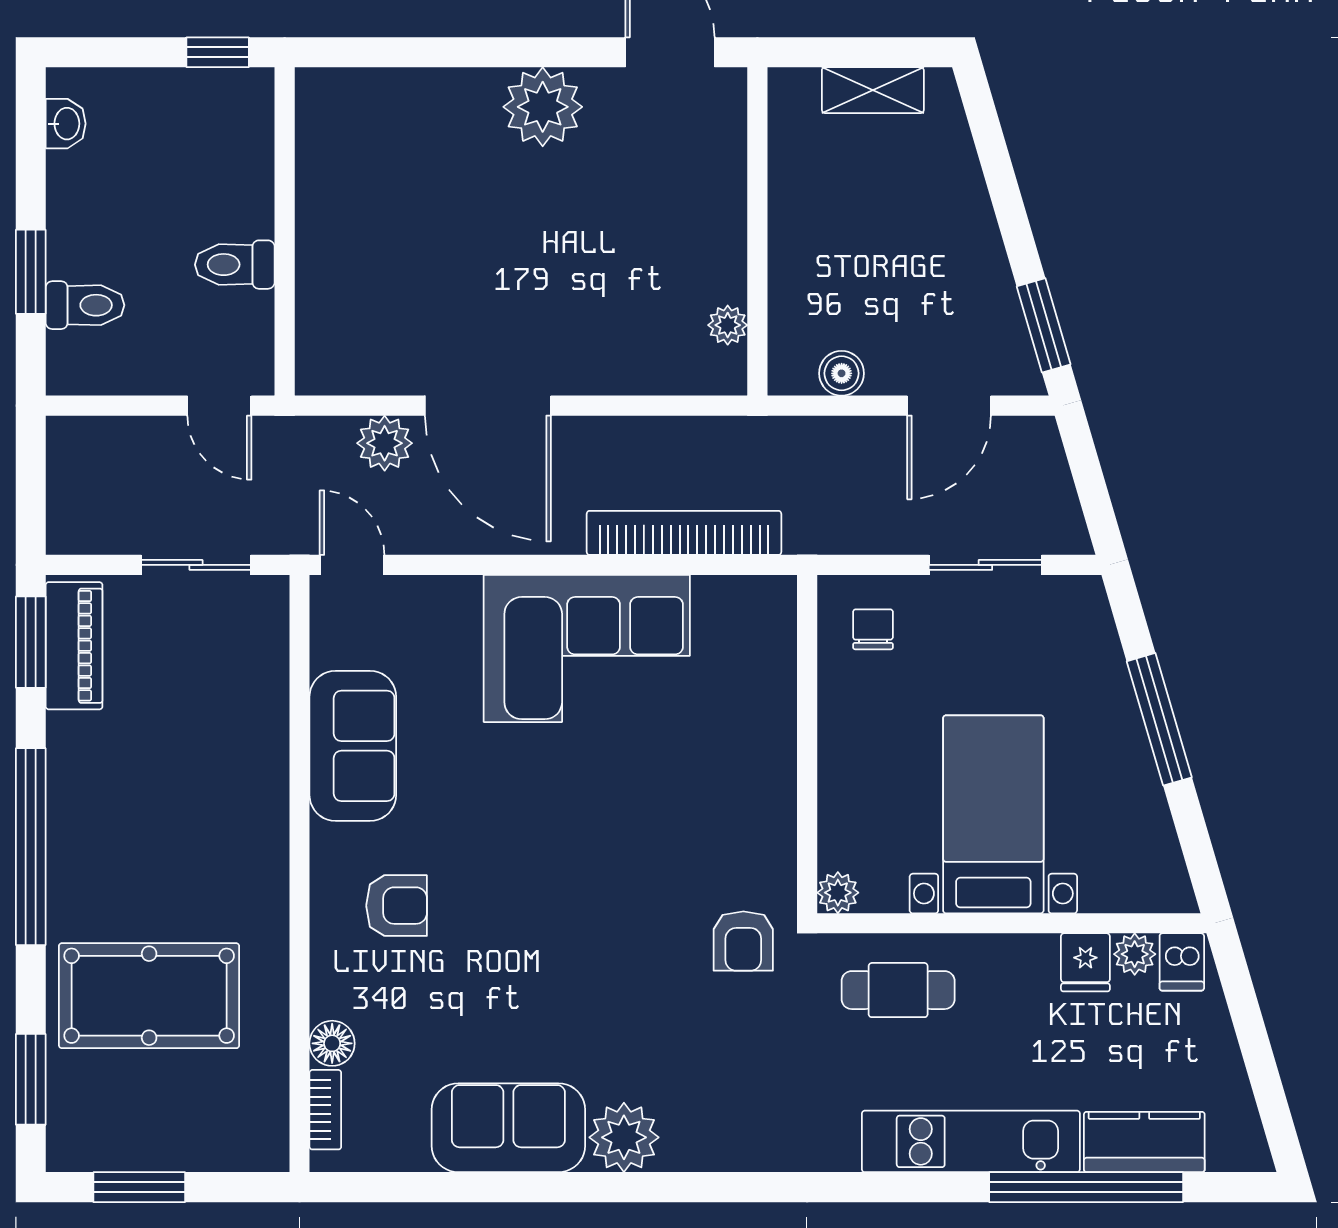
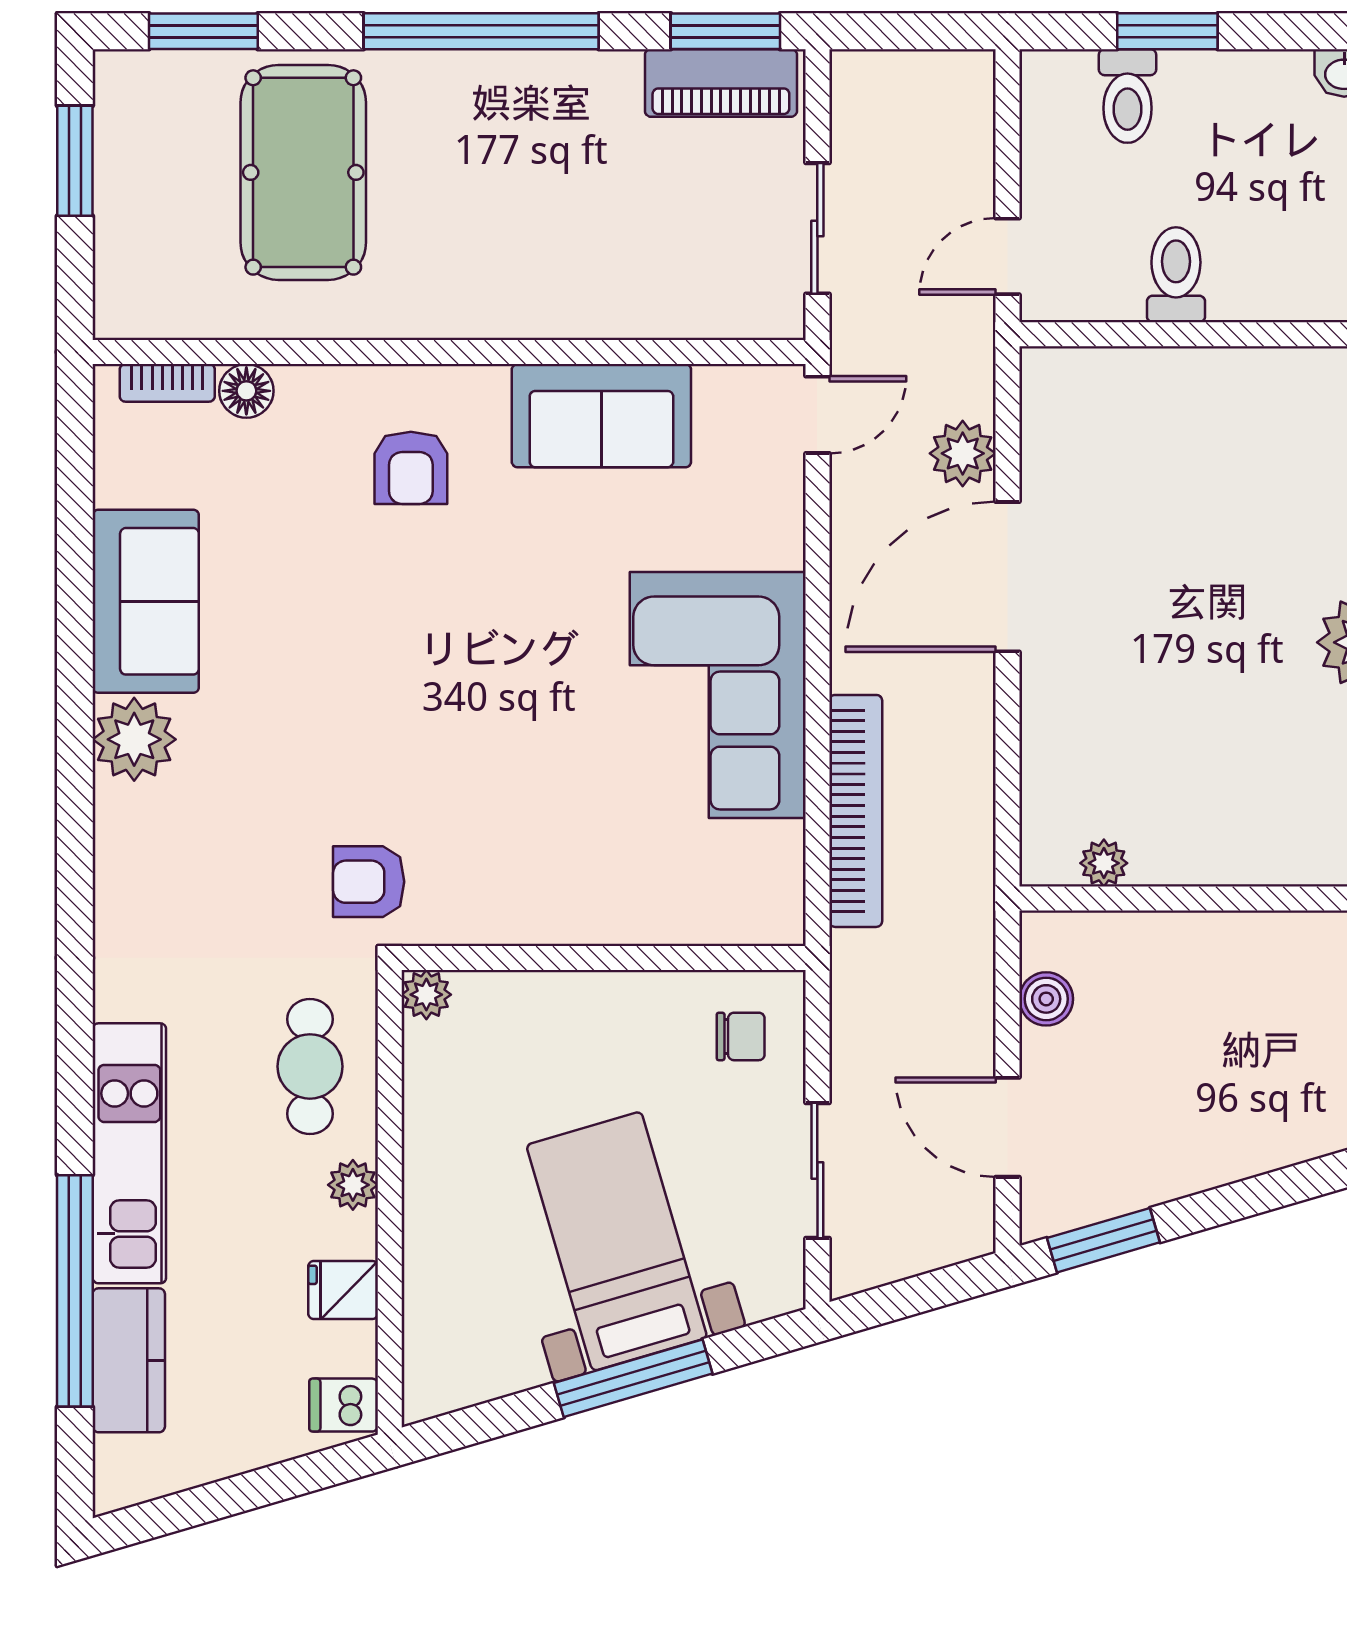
bed with nightstands: (993, 814) -> (617, 1241), moved, turned -106
plant: (1135, 954) -> (353, 1185), moved

